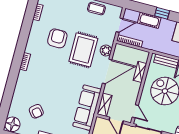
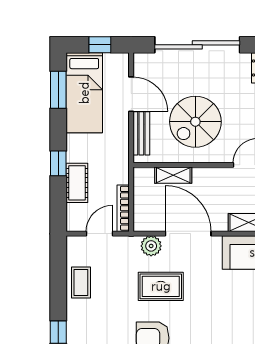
door: (120, 25) -> (99, 234), hinge flipped
rug: (83, 50) -> (161, 286), width x0.73, depth x0.70

